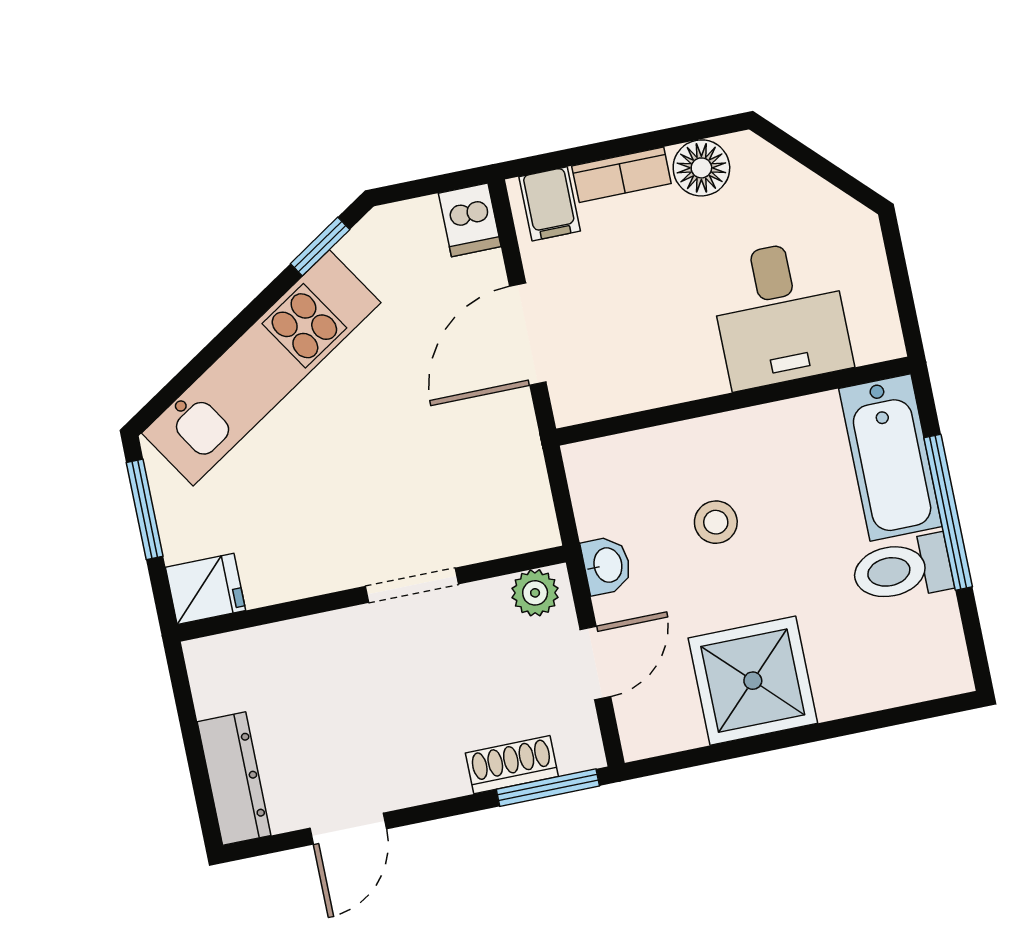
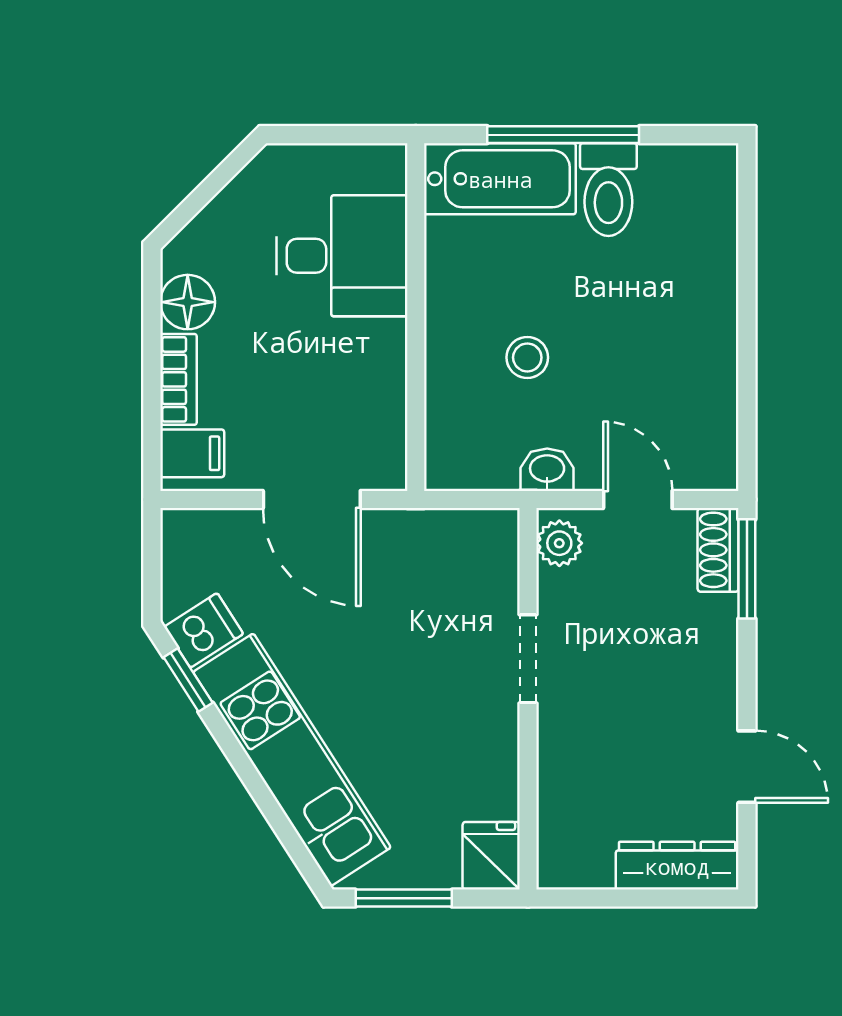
dishwasher: (470, 220) -> (204, 630), moved, turned -33
shower: (753, 681) -> (685, 353), removed
shoe rack: (512, 765) -> (718, 550), moved

